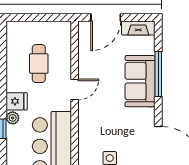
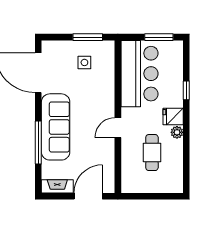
sofa: (140, 81) -> (56, 127), width x1.36
plant: (13, 118) -> (177, 132), moved

